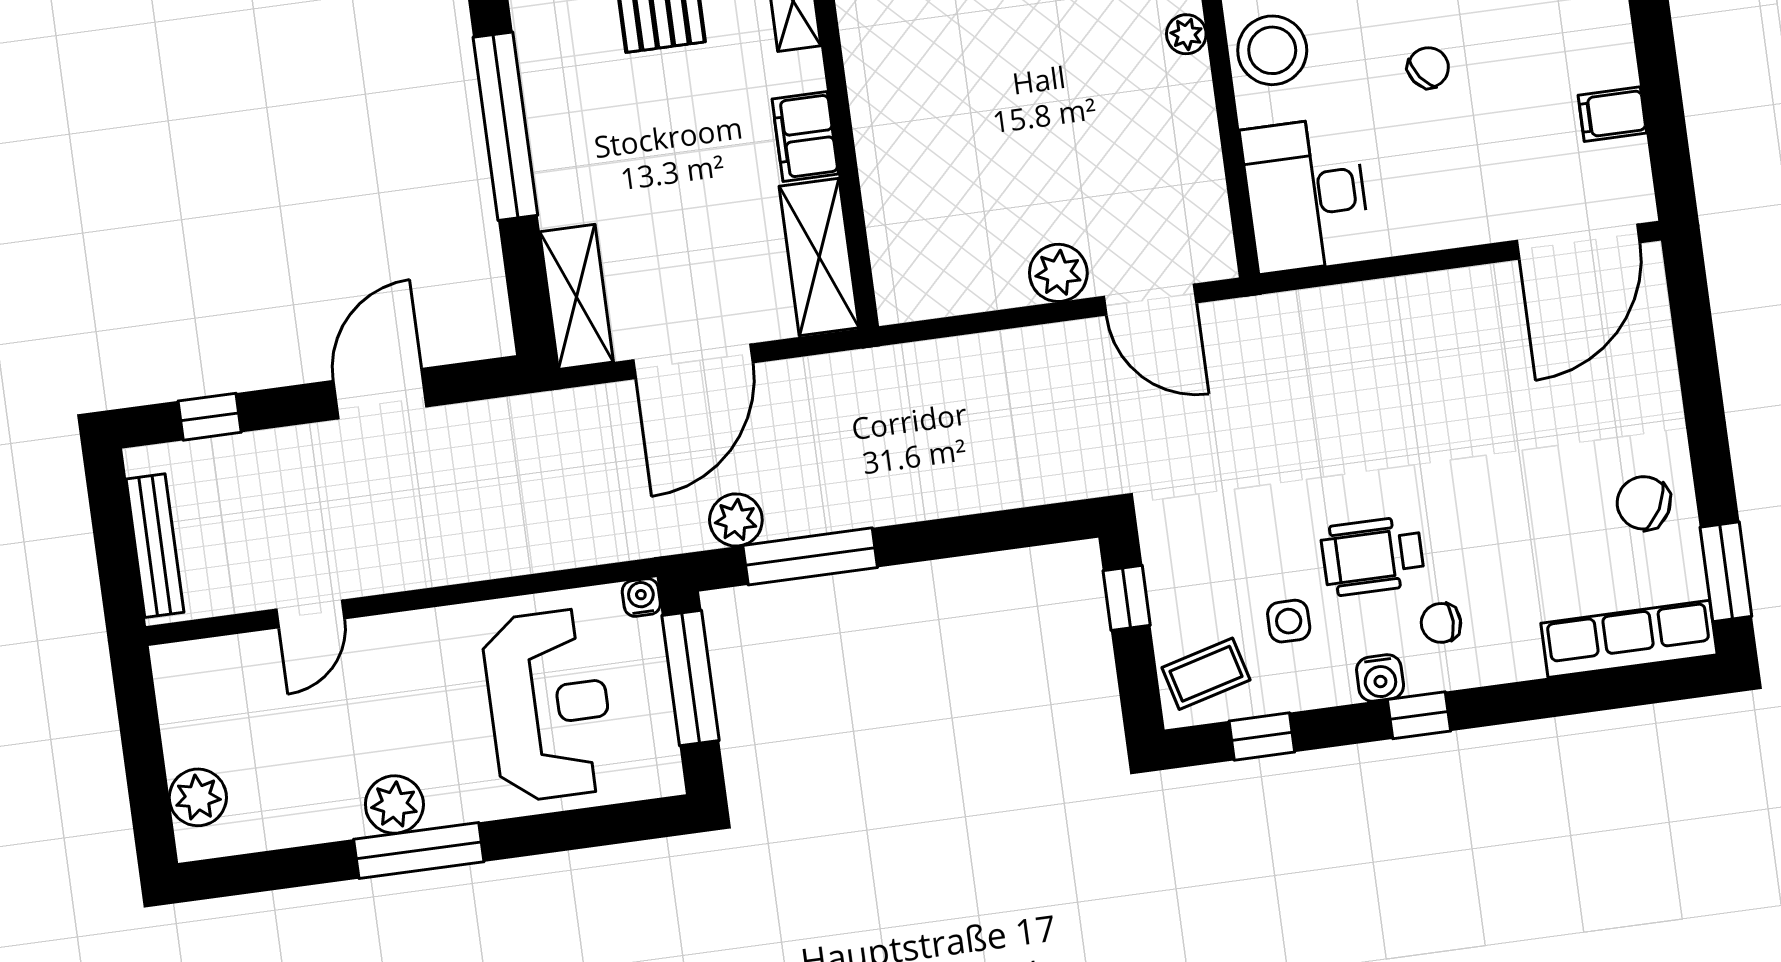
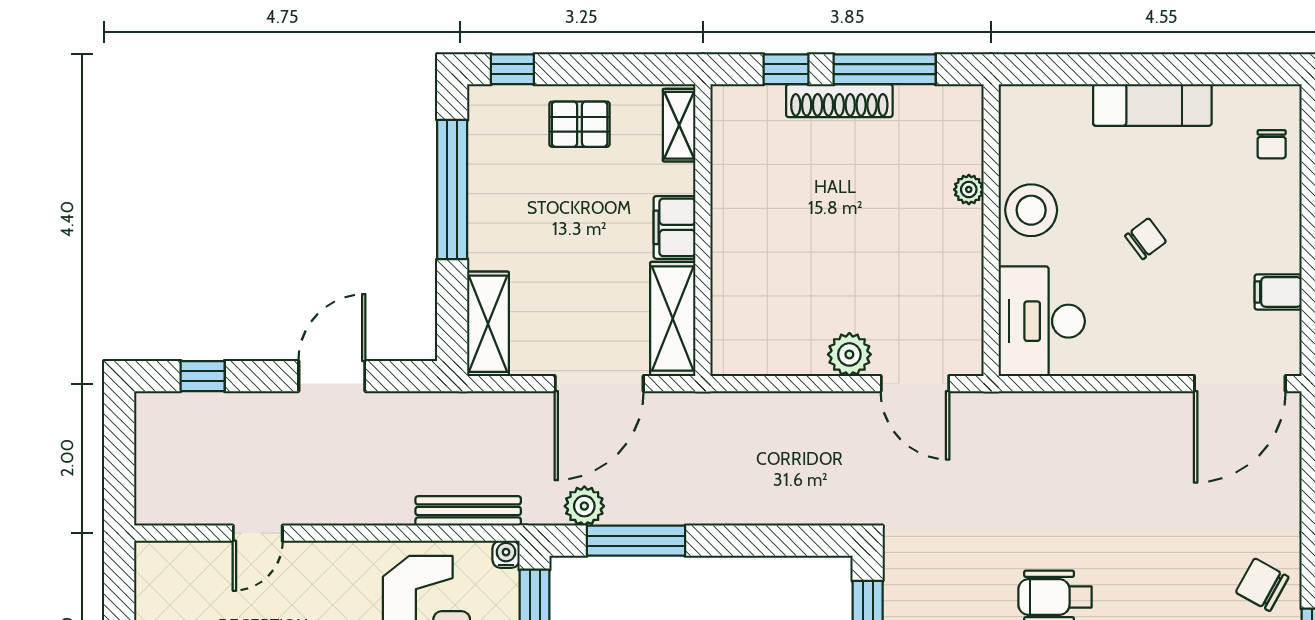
door: (693, 361) -> (599, 384), moved
bench: (155, 546) -> (468, 511), moved, turned 90

